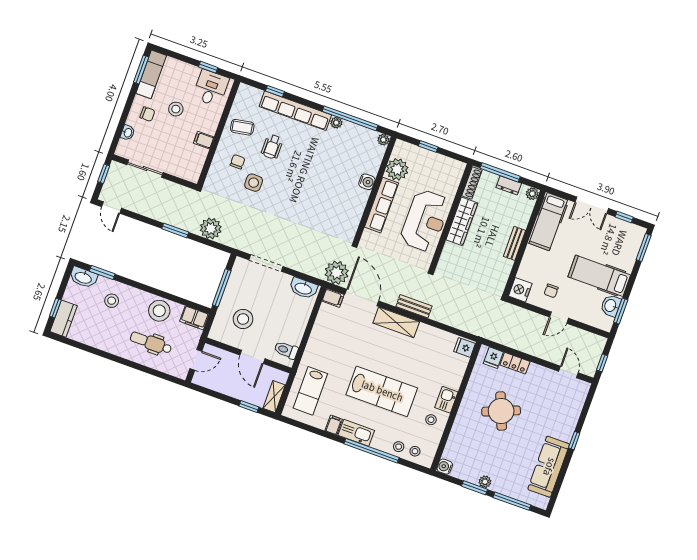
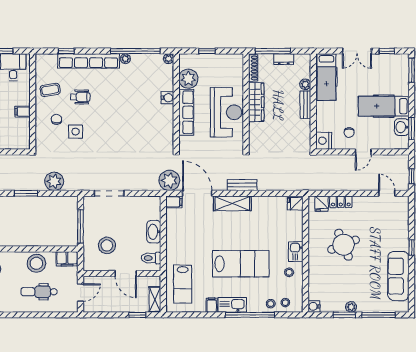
wheelchair: (272, 147) -> (80, 97), turned -90
plant: (532, 194) -> (305, 84), moved
washbasin: (303, 288) -> (154, 232), moved, turned 90

